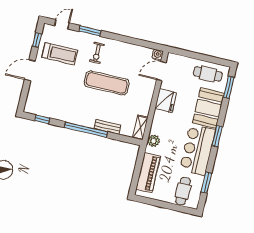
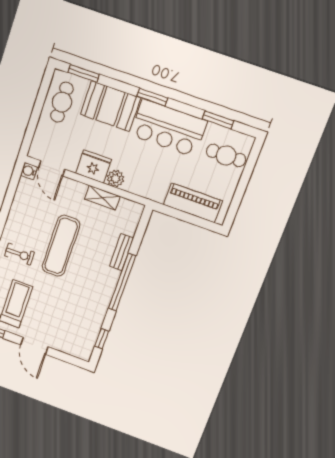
shelving: (140, 127) -> (102, 198), moved
plant: (153, 141) -> (115, 179), moved

